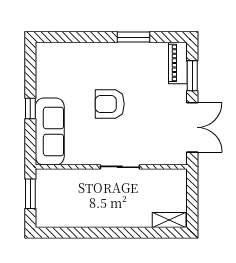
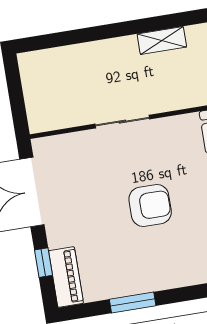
window: (192, 76) -> (43, 263), width x0.67
shelving: (169, 220) -> (162, 40), moved

